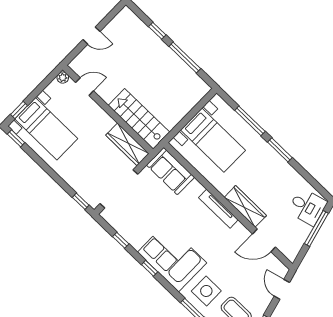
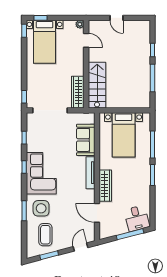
sofa: (170, 171) -> (86, 140), moved

